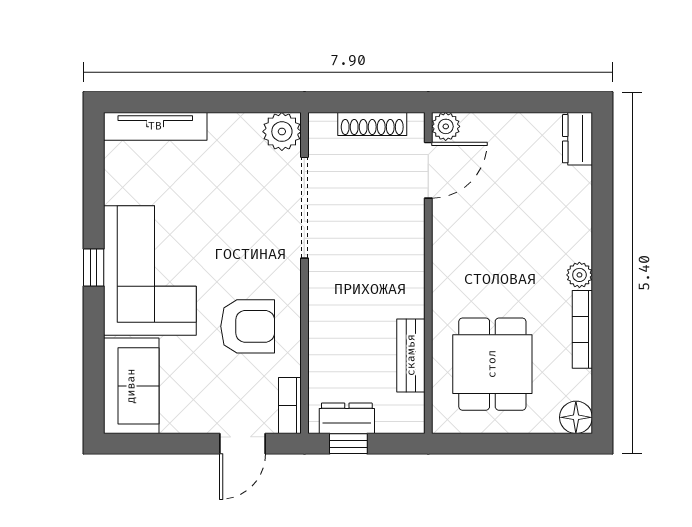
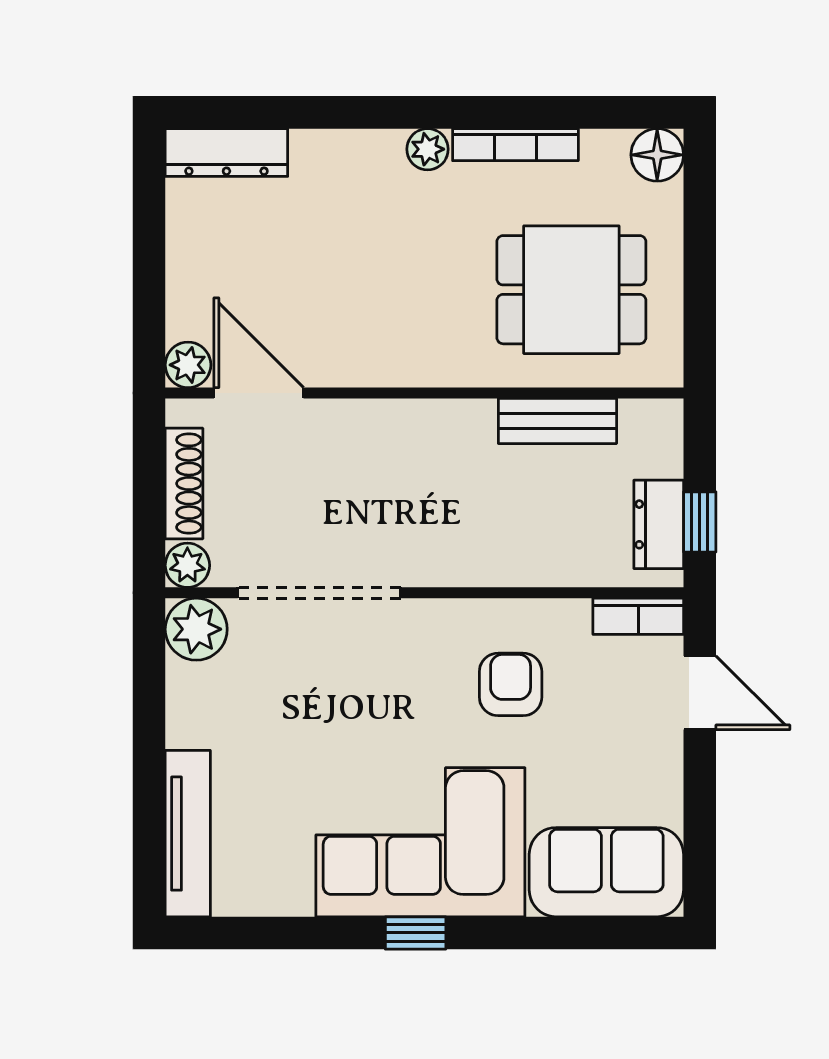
plant: (322, 126) -> (187, 565), added
dresser: (577, 139) -> (226, 152), width x1.44
armchair: (248, 326) -> (511, 684), width x0.72, depth x0.72

